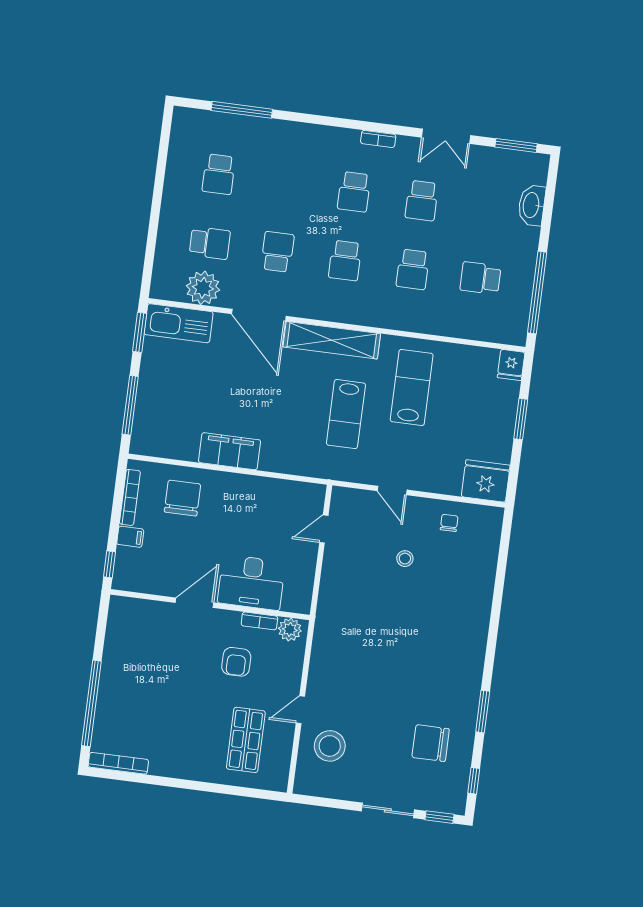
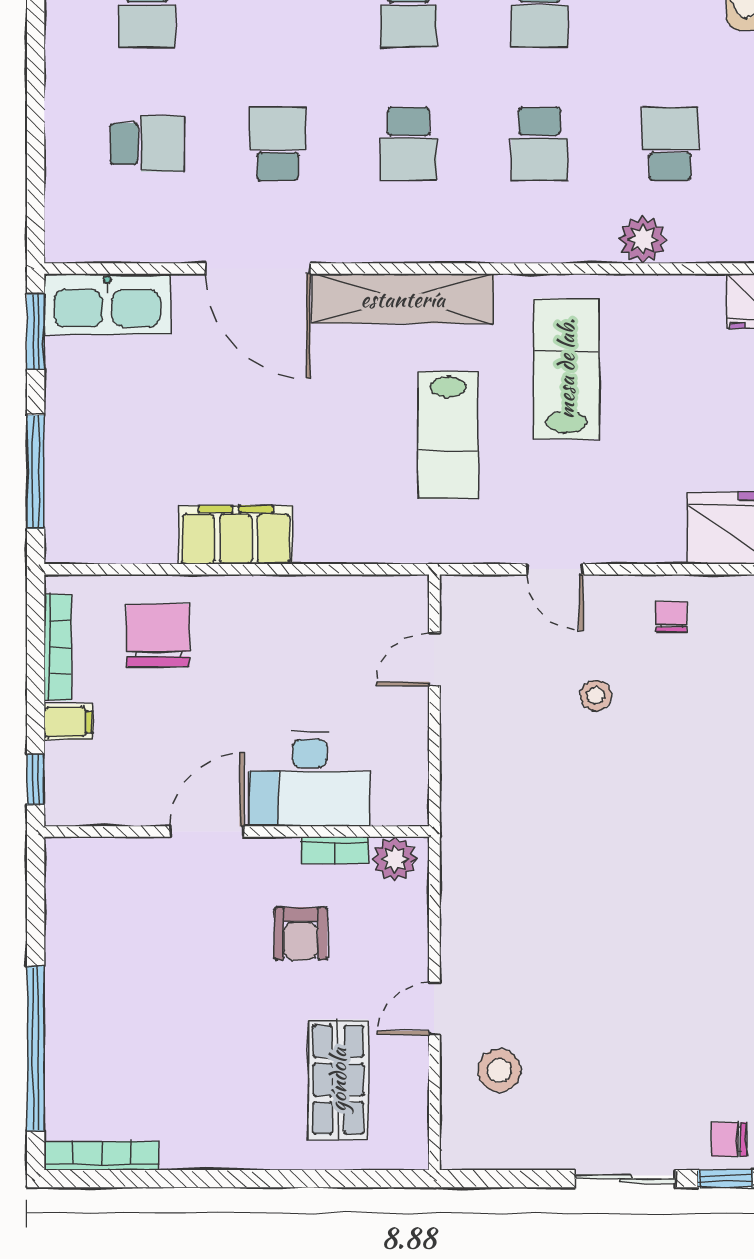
school desk: (480, 278) -> (670, 144), turned 90
plant: (203, 288) -> (643, 239), moved, width x0.73, depth x0.73
chair: (431, 743) -> (729, 1140), moved, width x0.54, depth x0.54
stool: (330, 746) -> (499, 1070), width x0.73, depth x0.73

